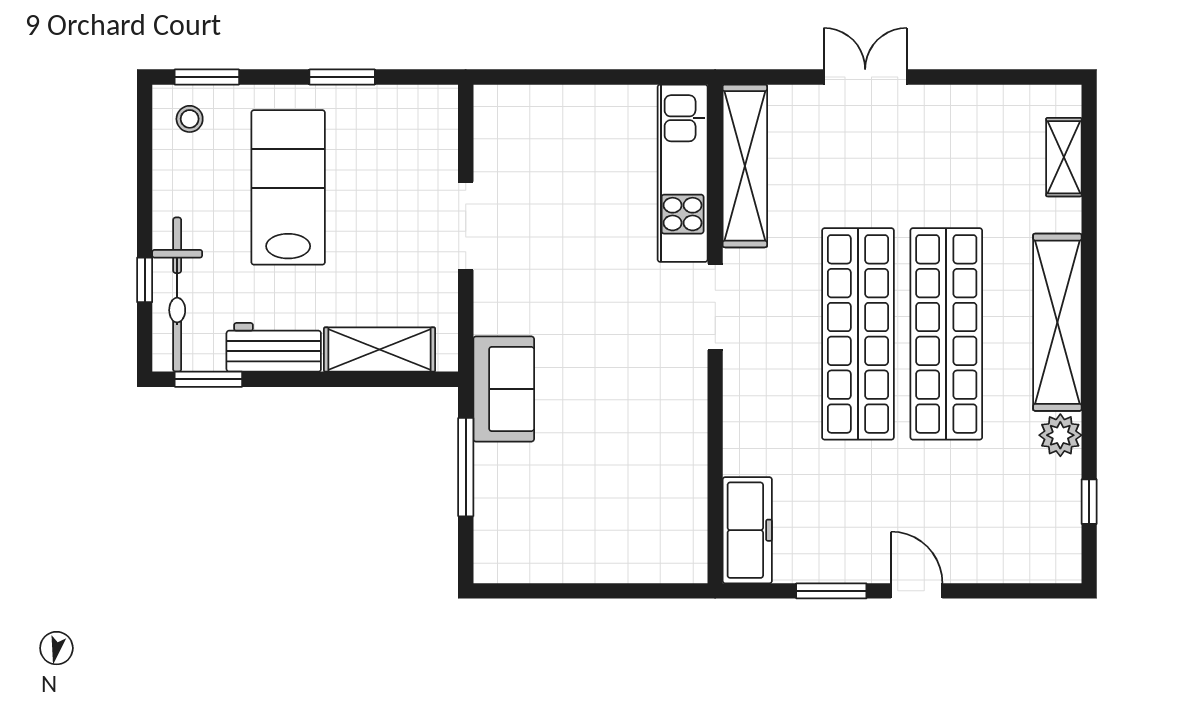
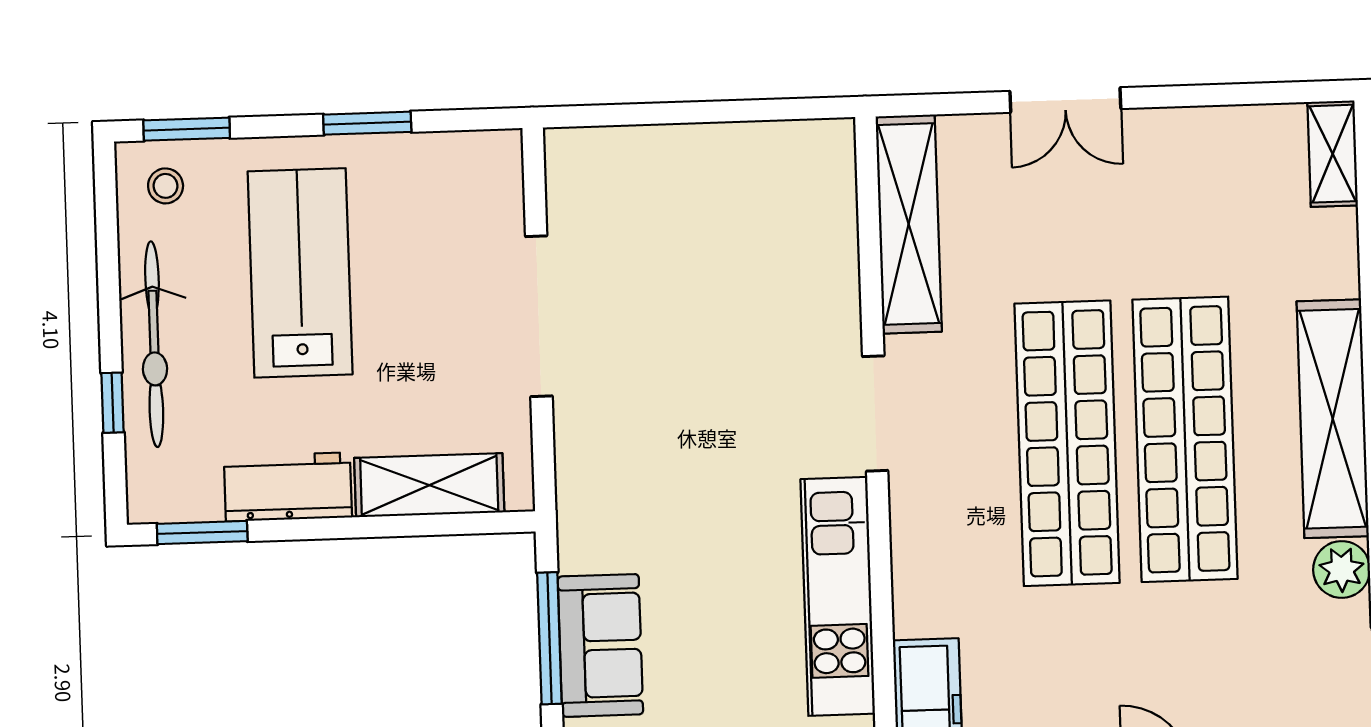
double door: (865, 77) -> (1065, 100), swing flipped
shelving: (1064, 157) -> (1333, 154), moved
kitchen unit: (683, 173) -> (838, 596), moved
doorway: (466, 226) -> (539, 316), width x1.36
bicycle: (177, 295) -> (154, 344), moved
sofa: (504, 389) -> (600, 645), moved

